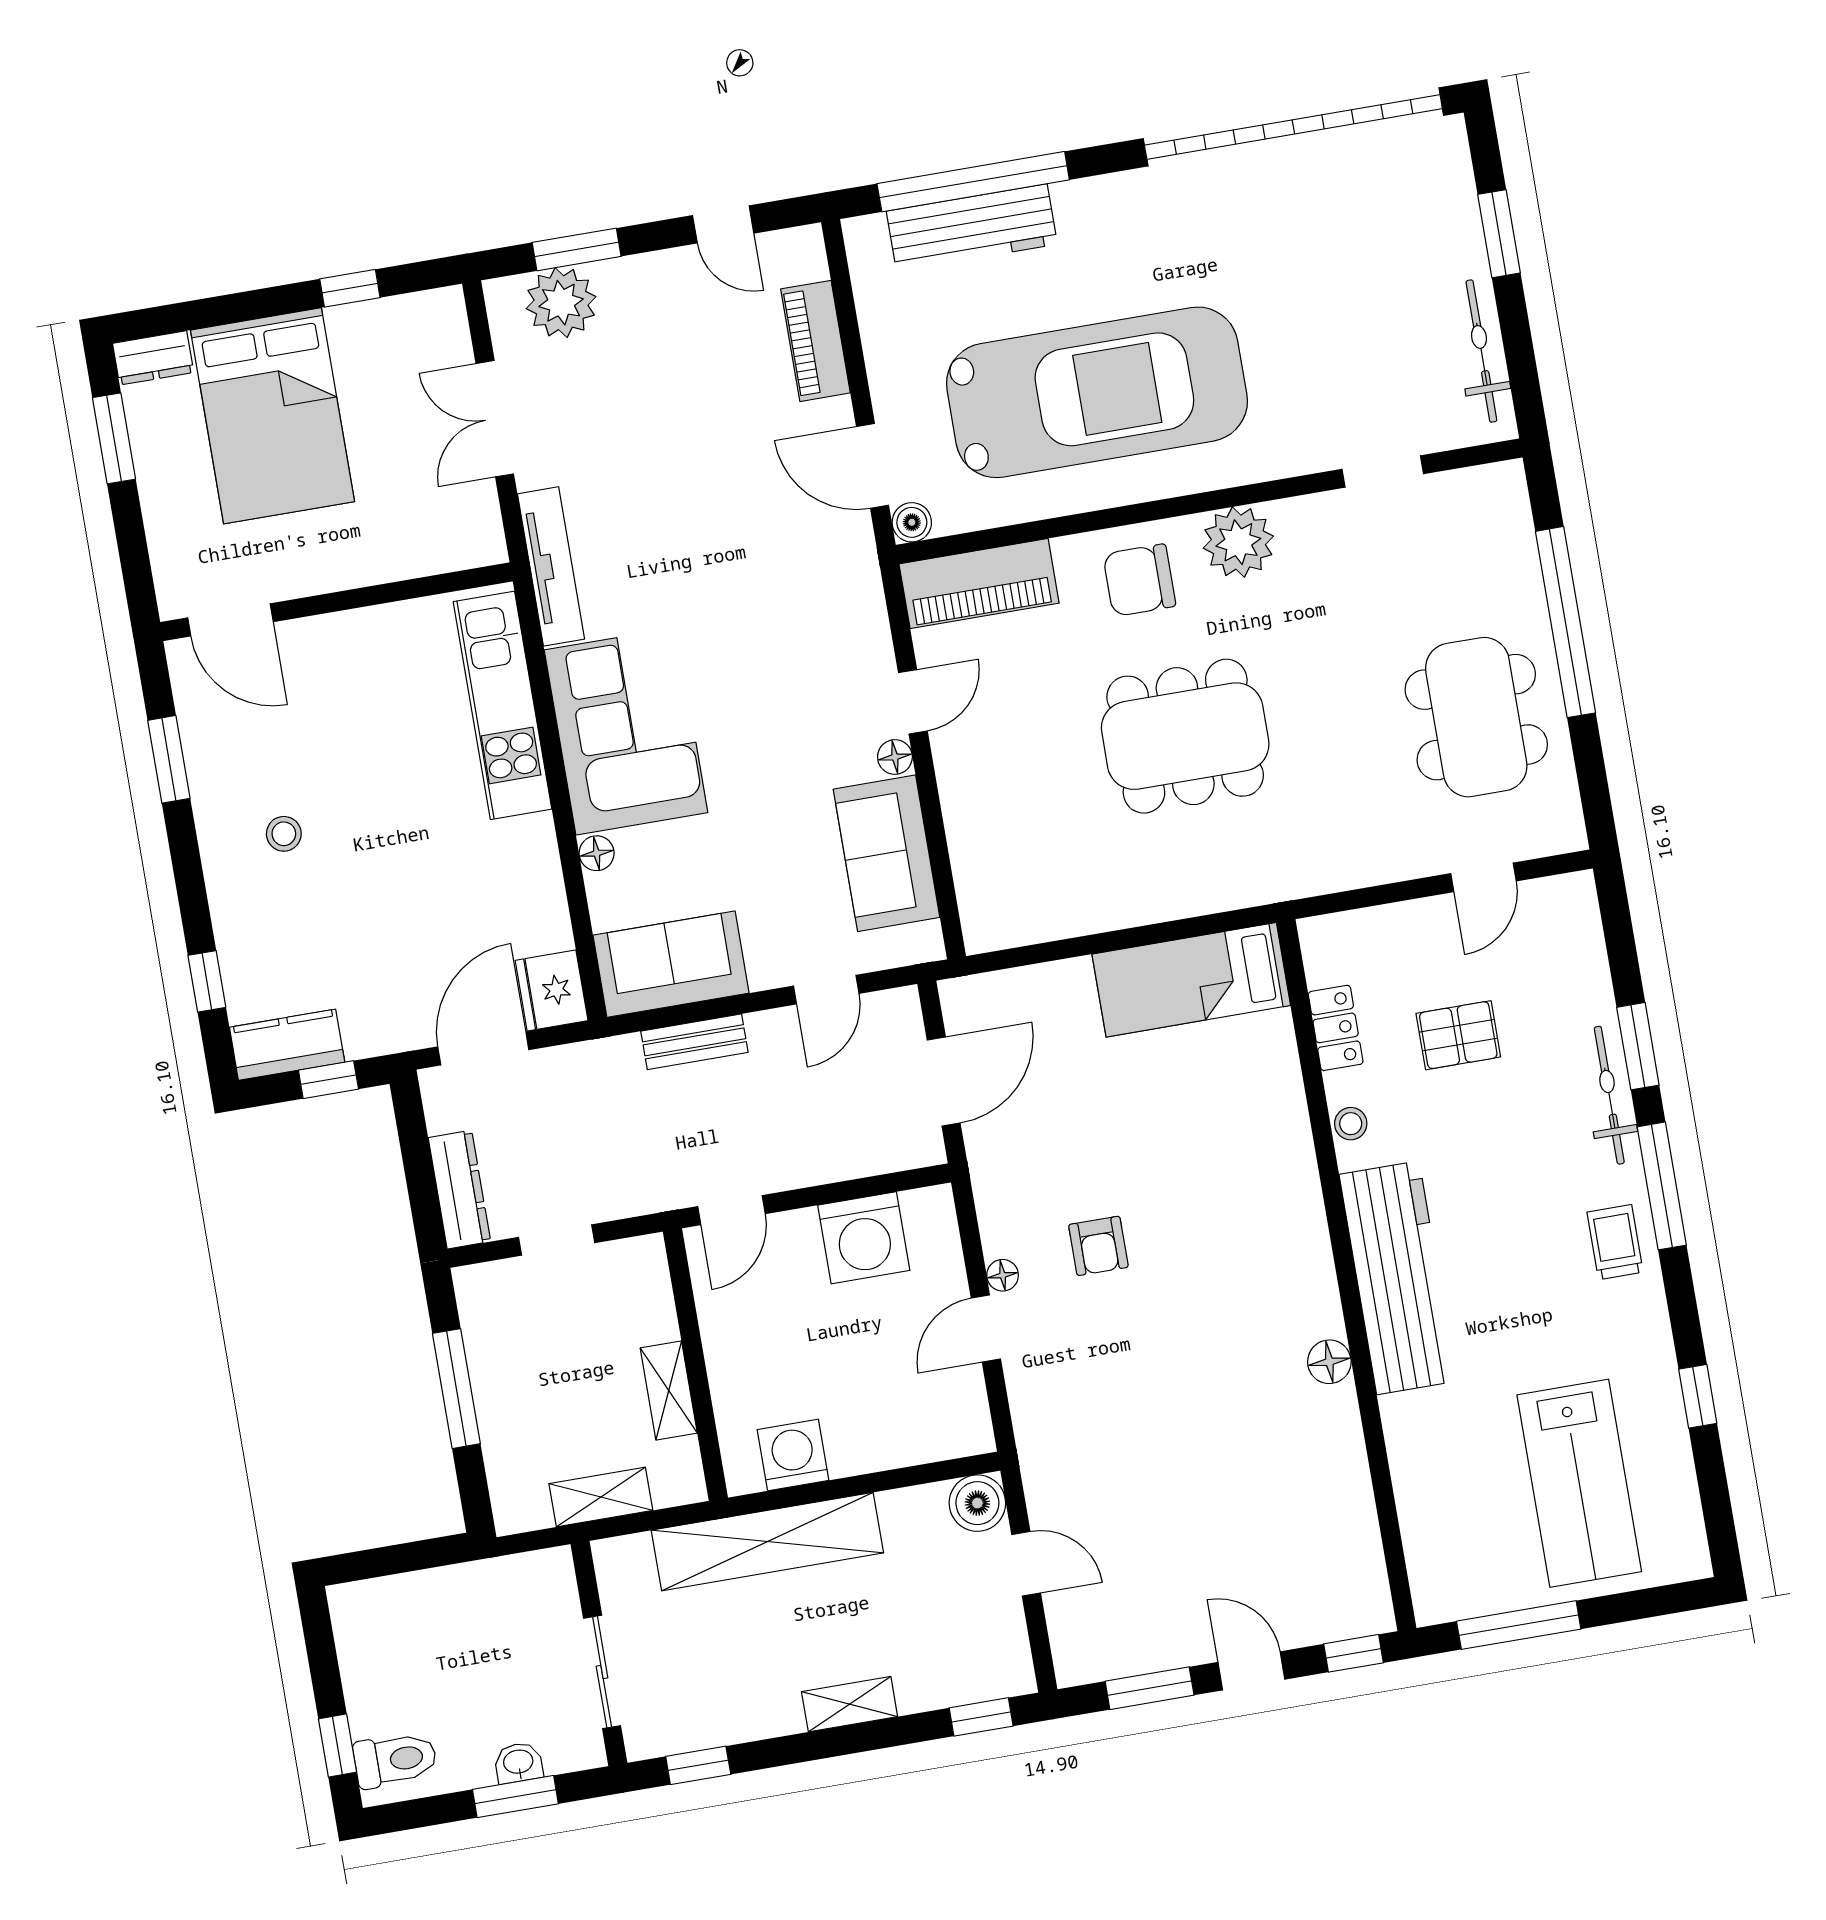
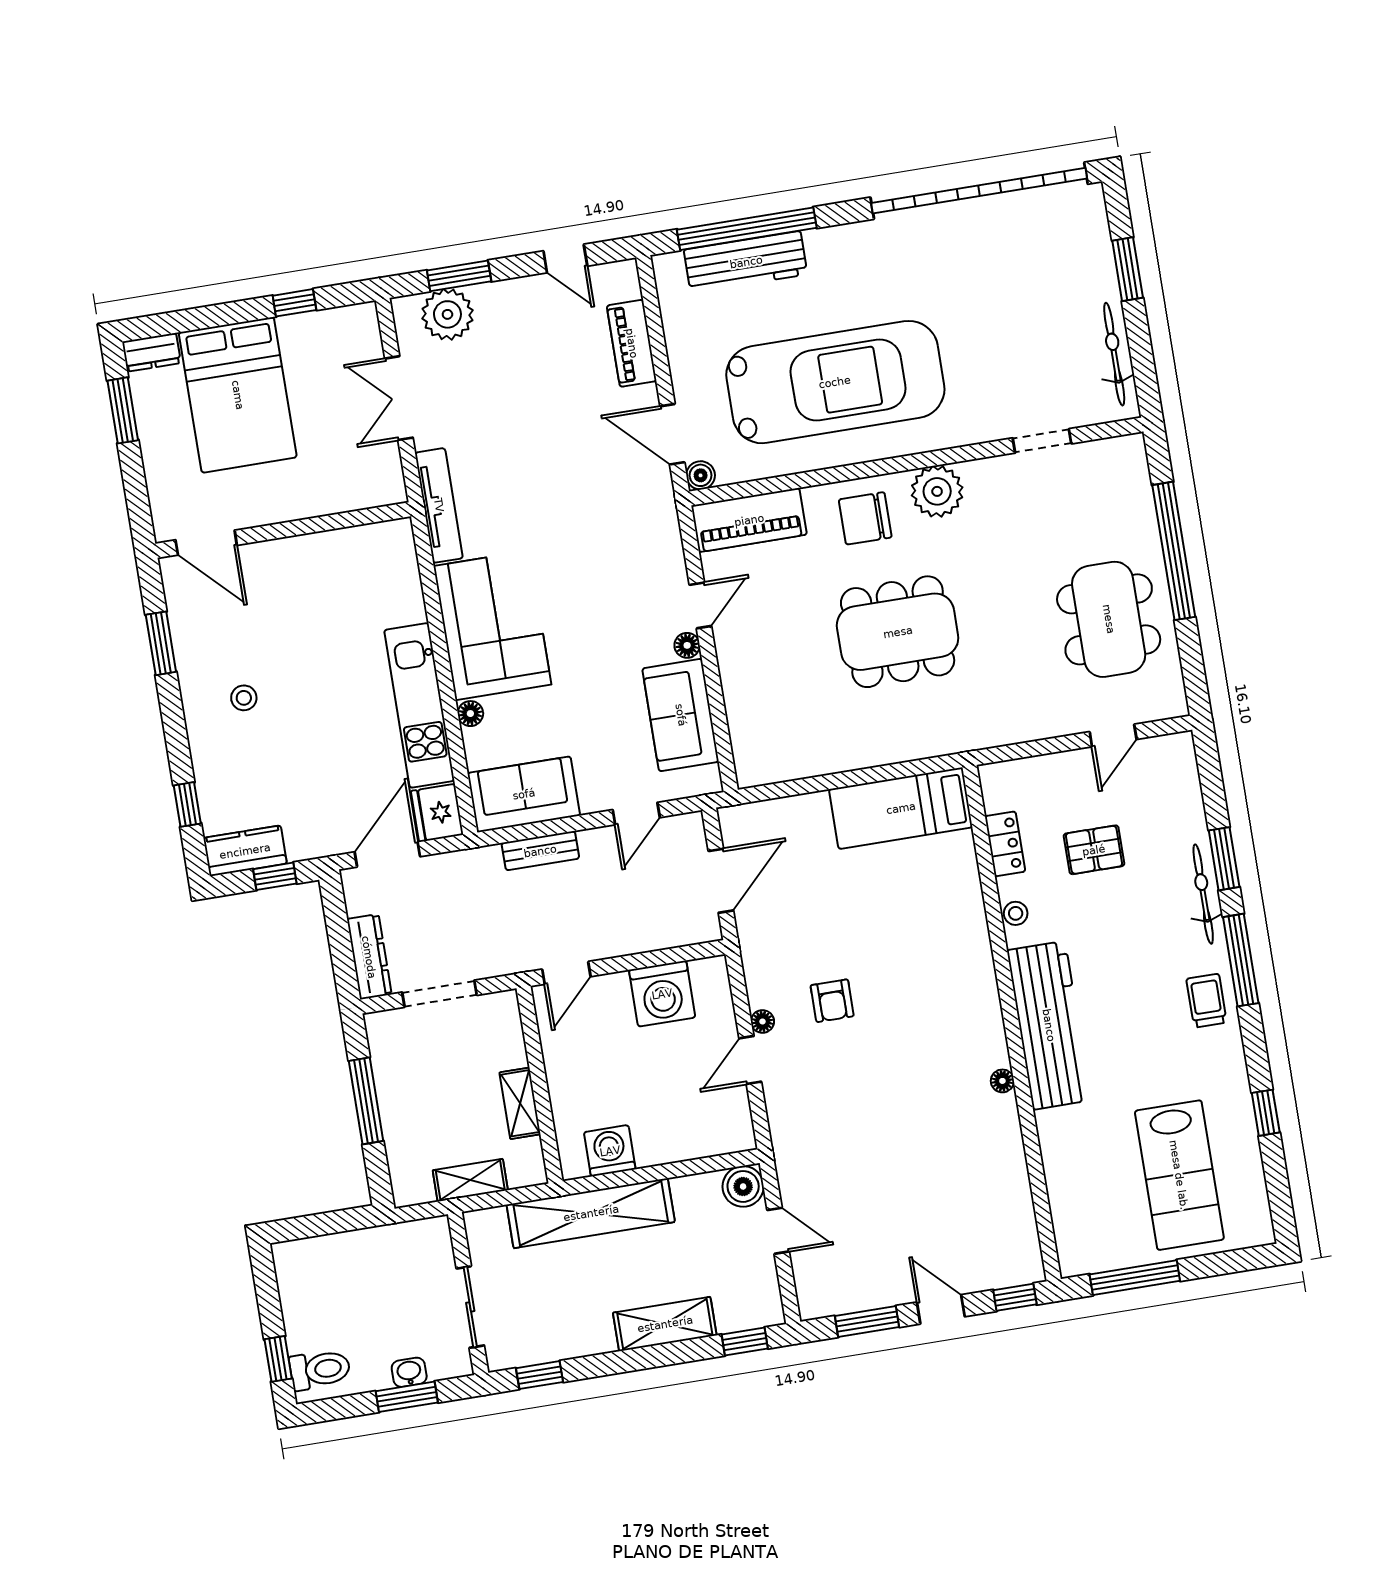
kitchen unit: (503, 705) -> (419, 705), moved
doorway: (557, 1240) -> (439, 994), width x1.38
floor lamp: (1329, 1362) -> (1002, 1081), width x0.73, depth x0.73
shelving: (850, 1704) -> (665, 1324), width x1.50, depth x1.33

